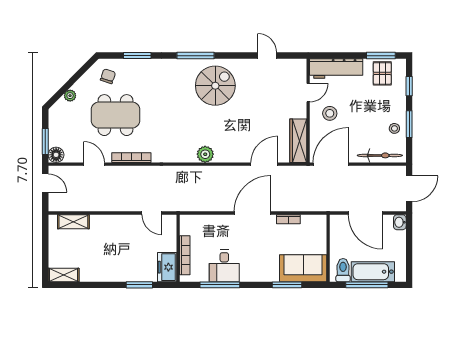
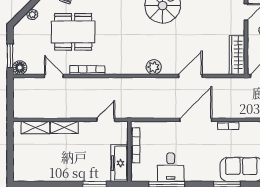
door: (264, 164) -> (190, 76), moved
door: (45, 183) -> (10, 93), removed
door: (152, 213) -> (106, 120), swing flipped
bookcase: (185, 255) -> (135, 145), moved
freezer: (167, 267) -> (119, 163), width x1.40
shelving: (64, 275) -> (64, 127), moved

